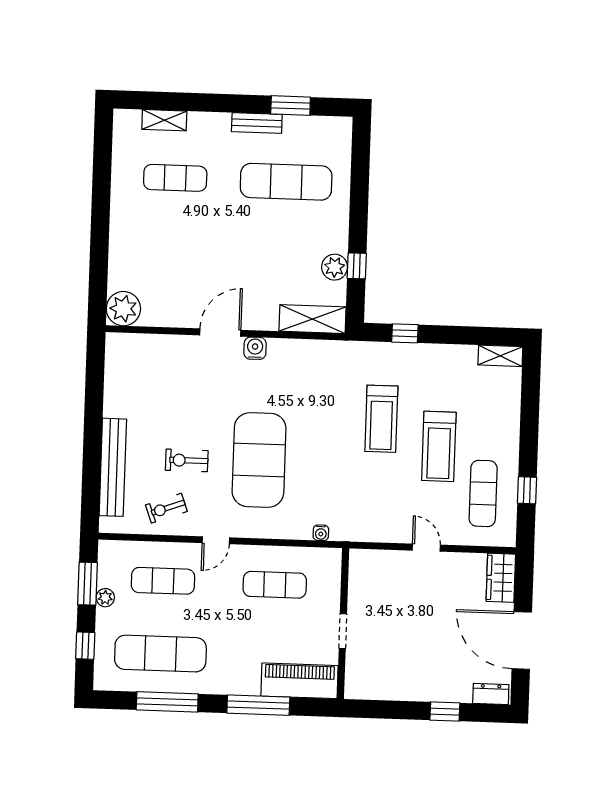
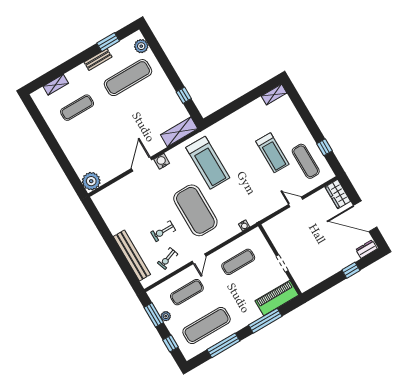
plant: (335, 267) -> (141, 46), moved
window: (405, 333) -> (225, 112), removed
treadmill: (381, 419) -> (208, 163), moved, width x1.37, depth x1.37

